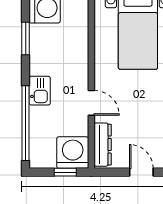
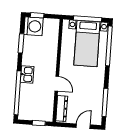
washing machine: (73, 153) -> (44, 112), removed
door: (141, 172) -> (83, 126), hinge flipped

